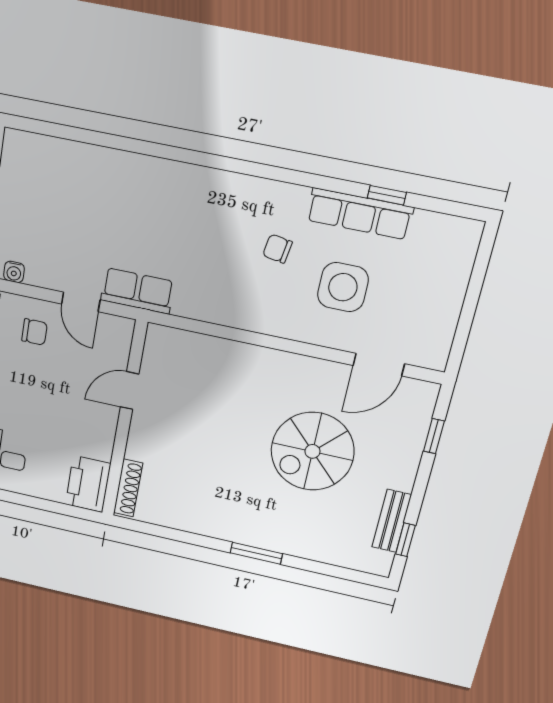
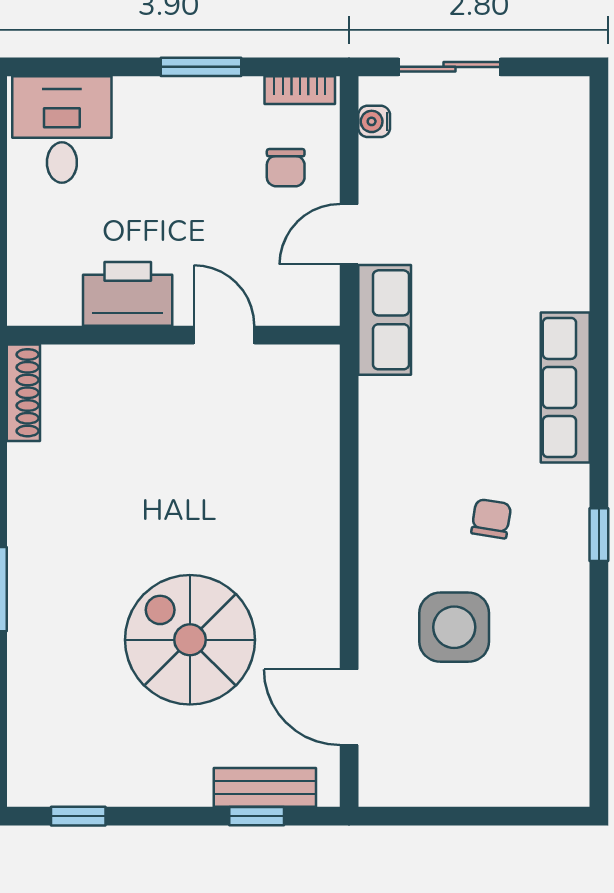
window: (387, 195) -> (599, 535), moved
row of seats: (360, 214) -> (565, 388), moved
printer: (88, 484) -> (128, 294), moved
shoe rack: (128, 488) -> (23, 393), moved, turned -90
bench: (392, 521) -> (265, 787), moved

